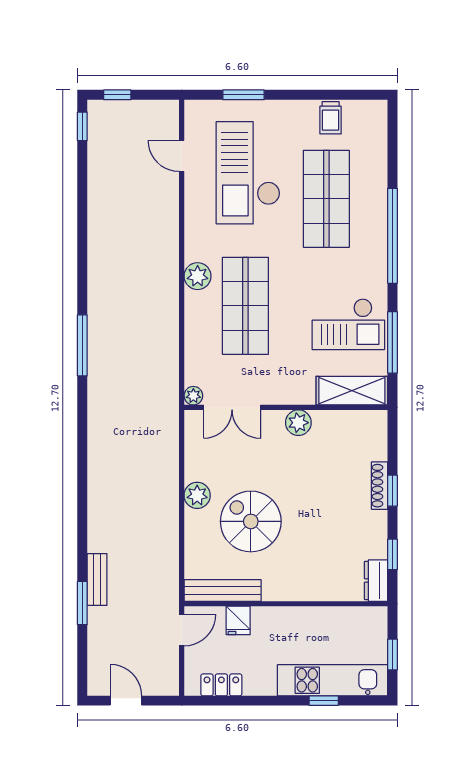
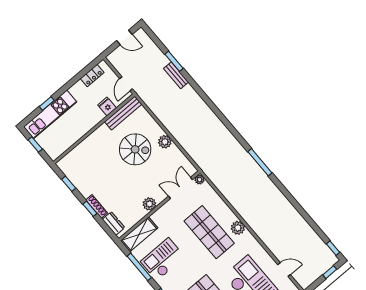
dresser: (376, 581) -> (113, 223), moved

